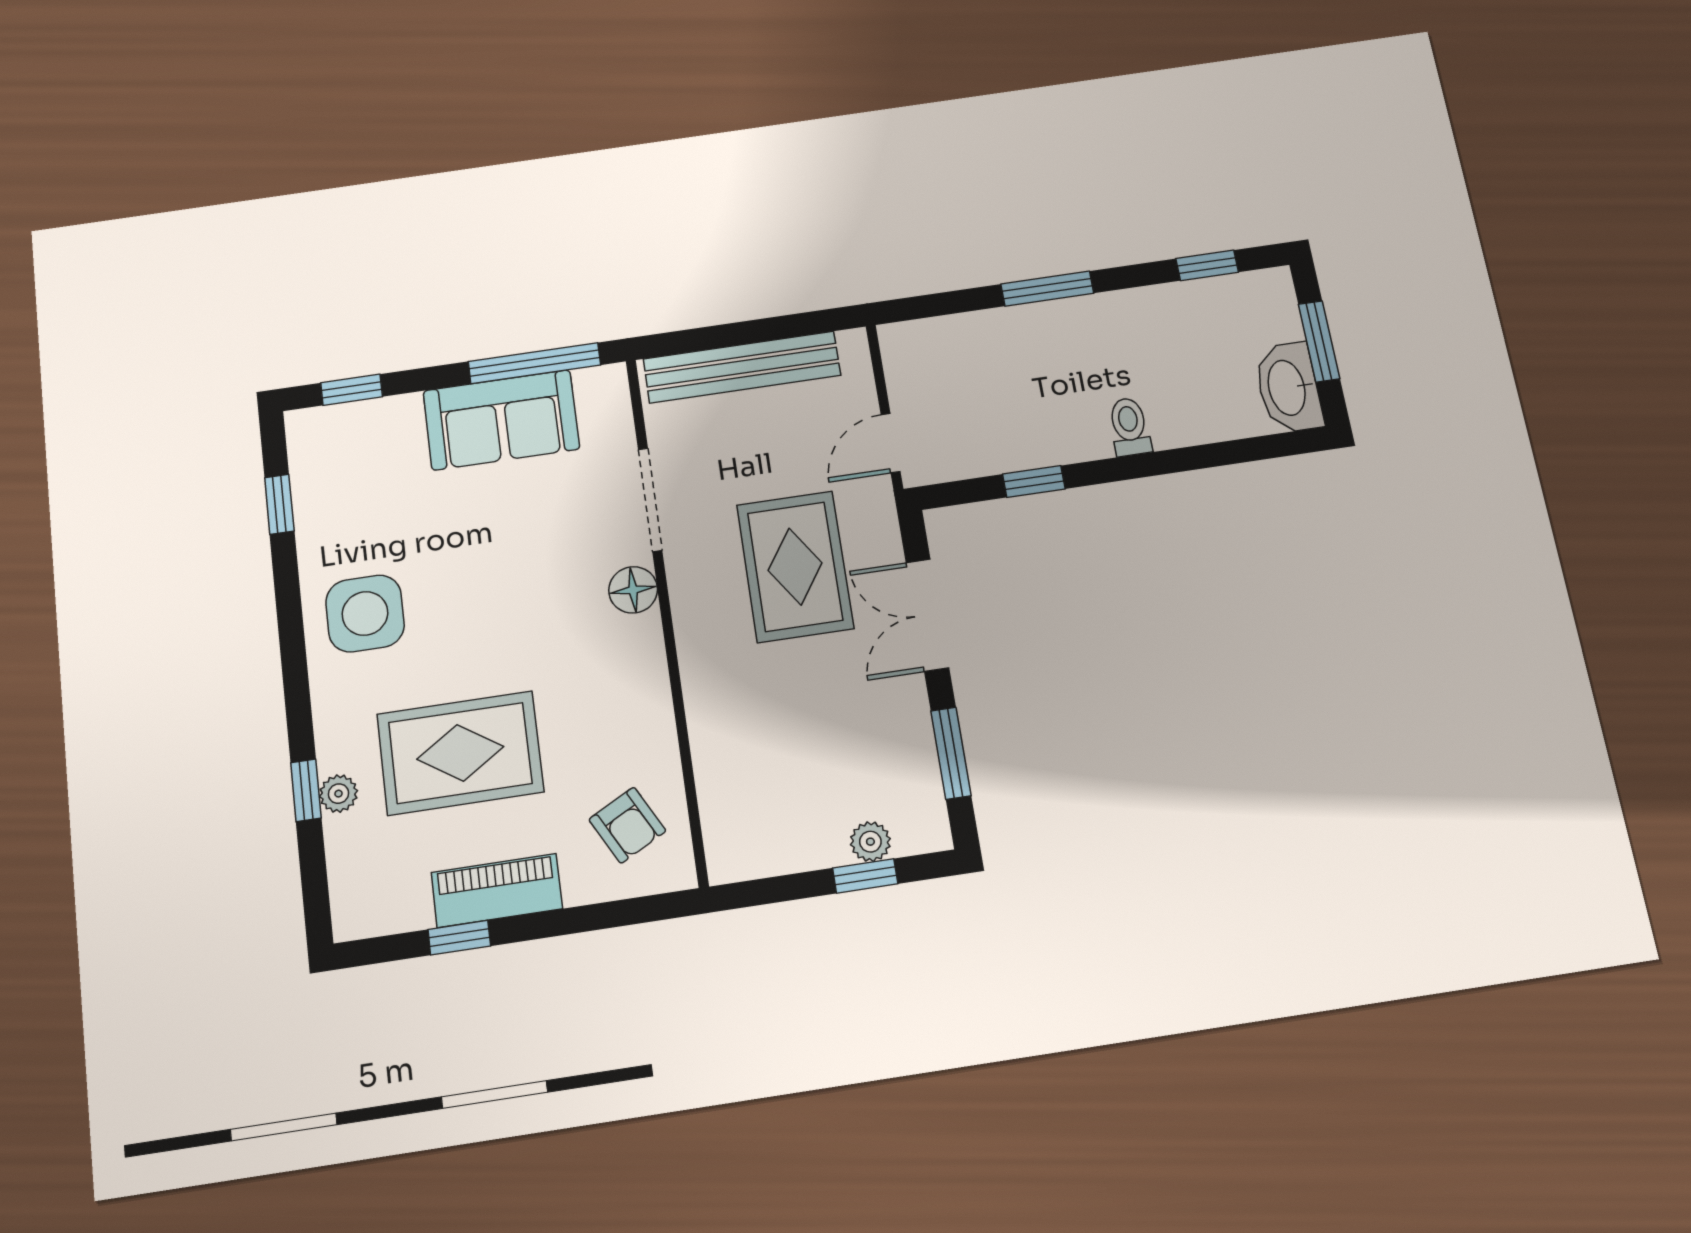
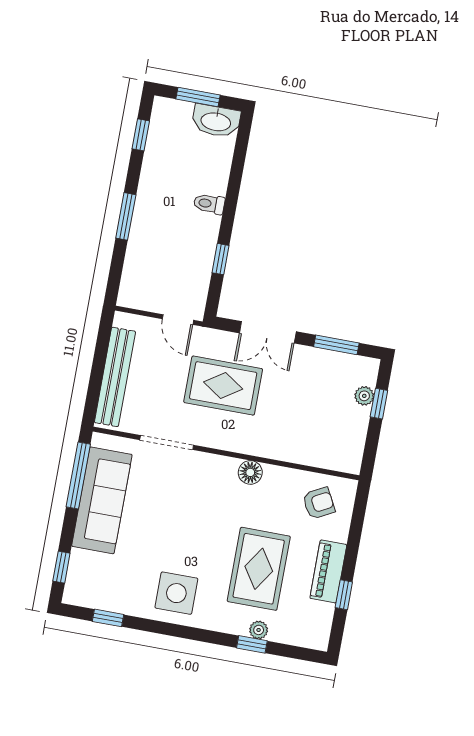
sofa: (501, 420) -> (102, 500), width x1.36
floor lamp: (633, 590) -> (250, 472), moved

